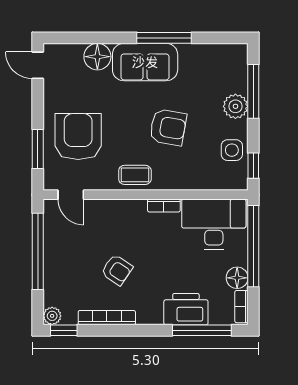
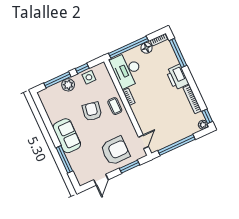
window: (164, 38) -> (64, 159), moved
floor lamp: (97, 57) -> (74, 159), removed
door: (38, 65) -> (101, 180), moved
armchair: (78, 137) -> (115, 151), turned 180
window: (253, 166) -> (82, 68), moved
coffee table: (135, 175) -> (115, 106), moved
armchair: (117, 270) -> (168, 105), removed
printer: (186, 309) -> (177, 77), moved

